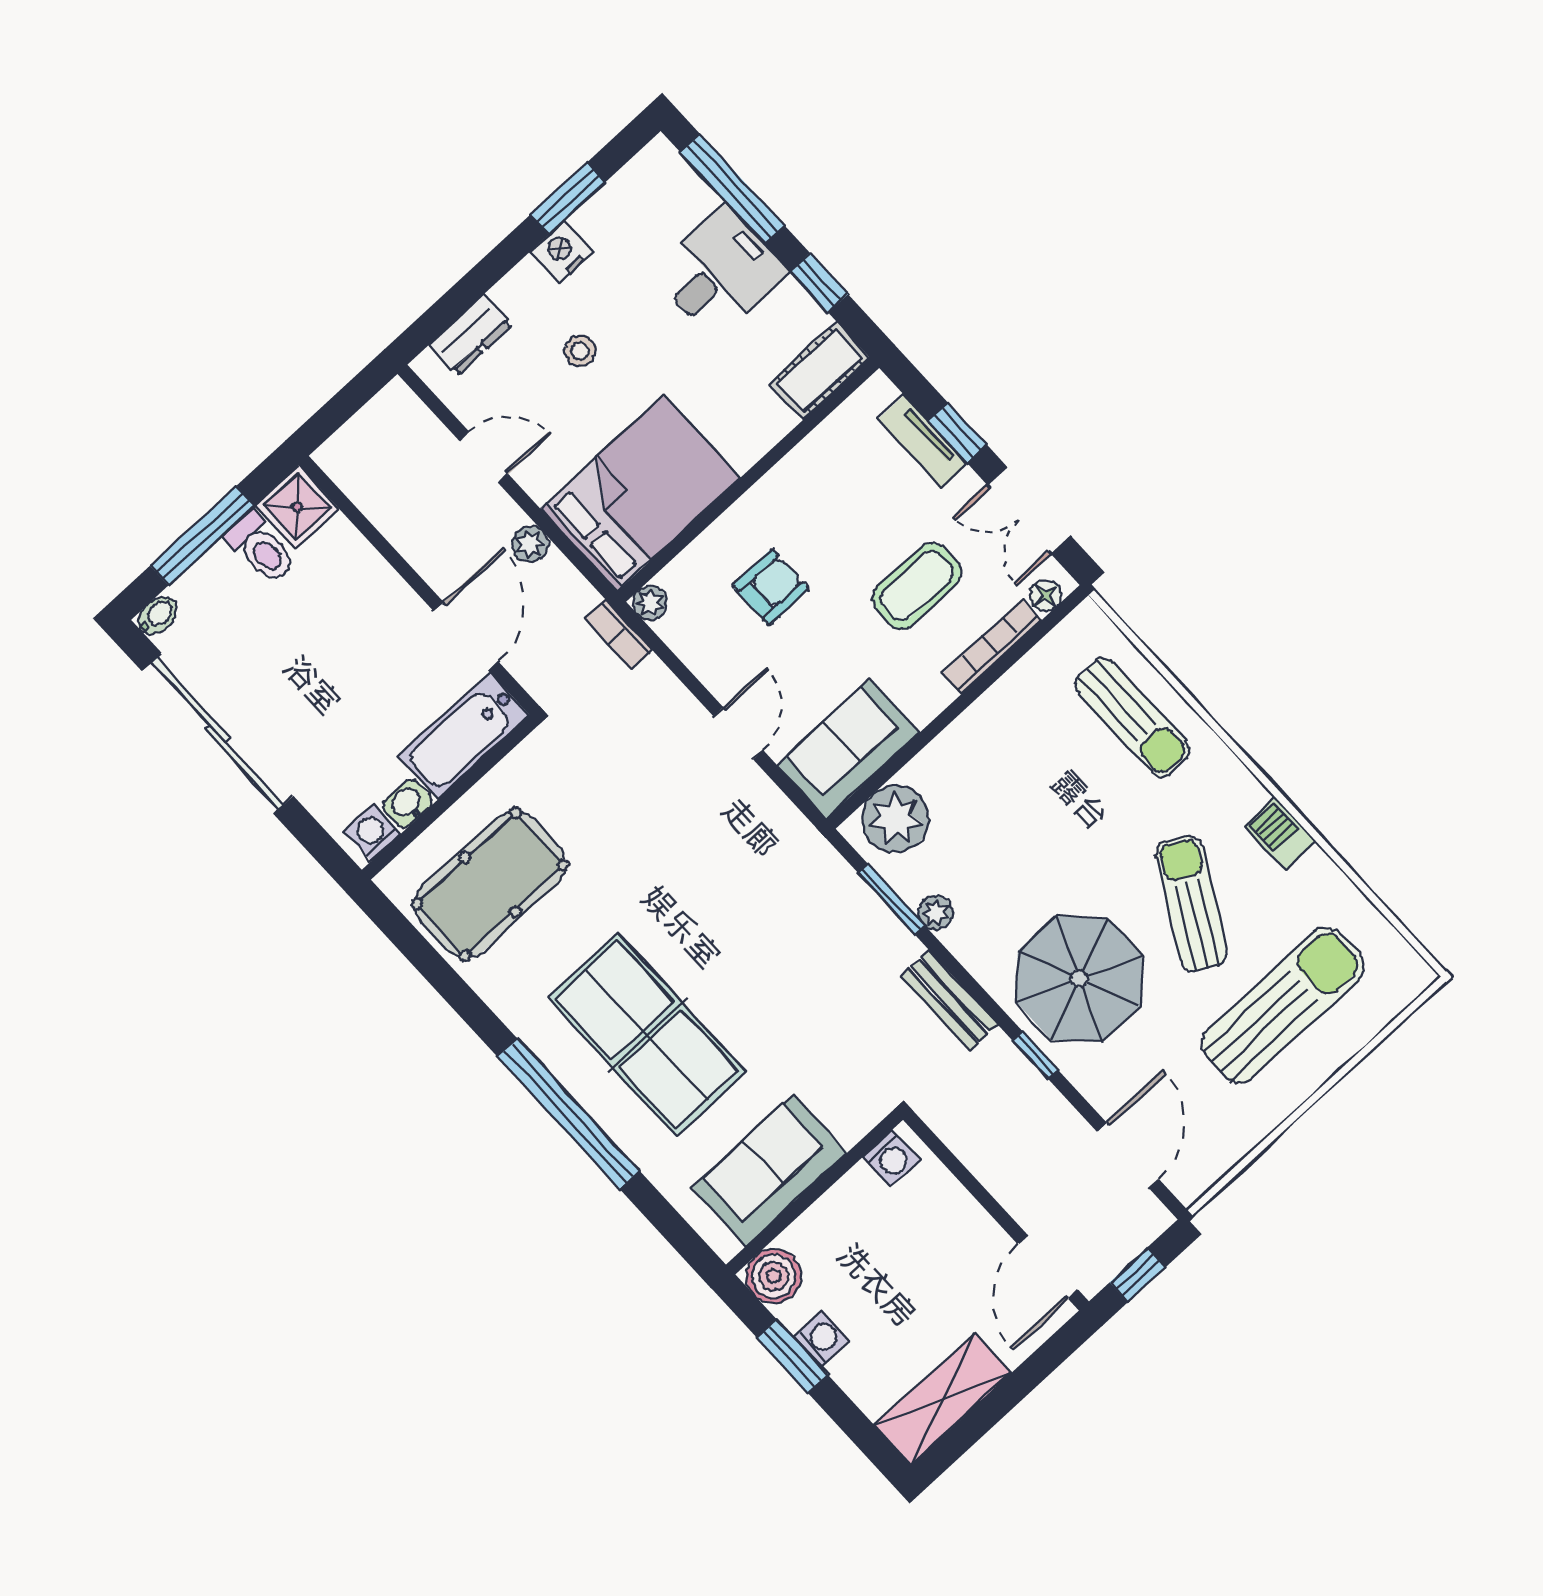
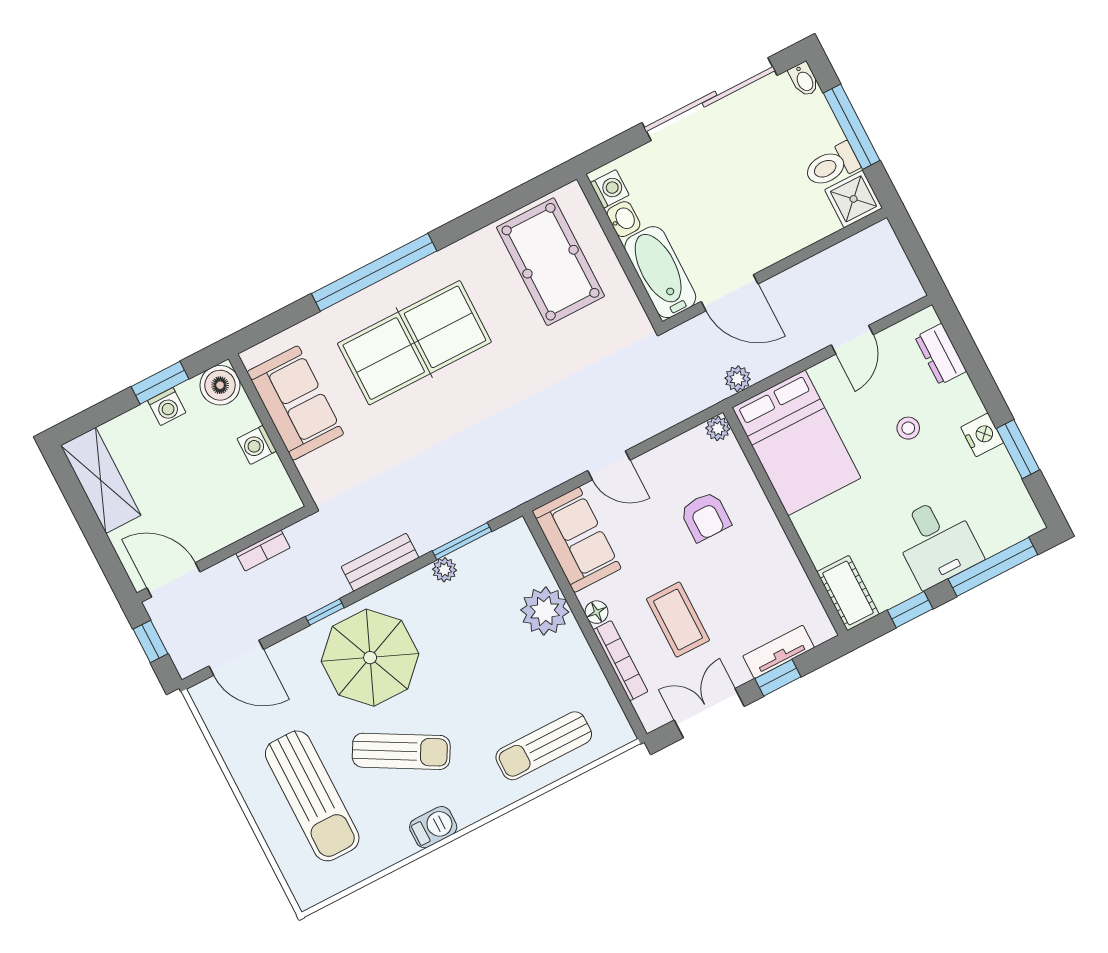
plant: (530, 544) -> (738, 379), moved
floor lamp: (1046, 595) -> (597, 612), moved
bookcase: (618, 634) -> (263, 551), moved, turned 180
plant: (896, 819) -> (545, 611), moved
washing machine: (891, 1158) -> (257, 445), moved

